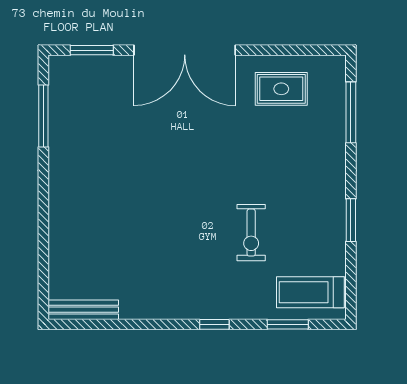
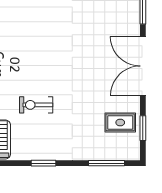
window: (291, 50) -> (143, 128), added
rug: (281, 89) -> (120, 122), turned 90

